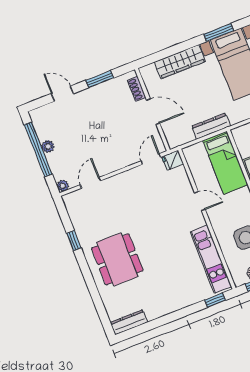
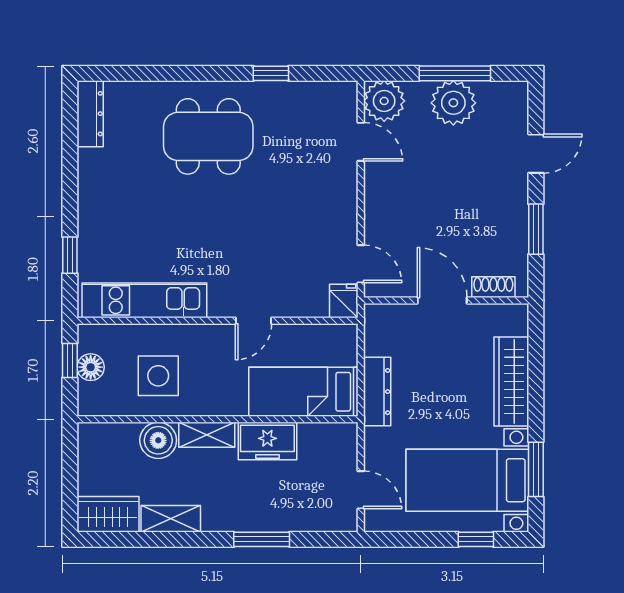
door: (153, 112) -> (442, 301), swing flipped
plant: (48, 146) -> (453, 103), width x1.87, depth x1.87
window: (38, 149) -> (455, 73), width x0.68
plant: (63, 186) -> (384, 101), width x1.88, depth x1.88
window: (215, 300) -> (70, 255), moved

